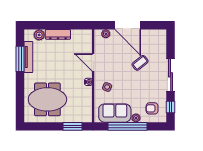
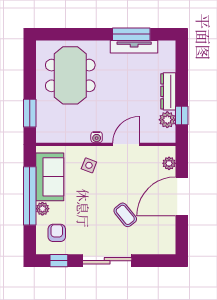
window: (74, 25) -> (182, 116), added
plant: (39, 35) -> (167, 120), moved

